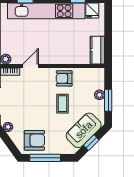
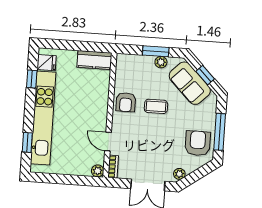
plant: (99, 95) -> (161, 62), moved

